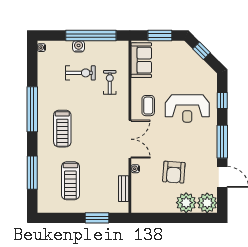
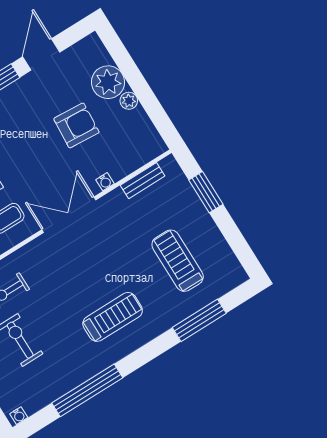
window: (32, 109) -> (87, 390), moved
treadmill: (70, 181) -> (178, 261), turned -90
plant: (207, 203) -> (129, 101), moved, width x0.53, depth x0.53

